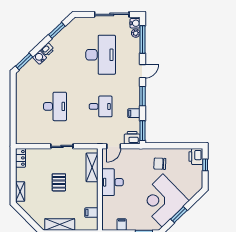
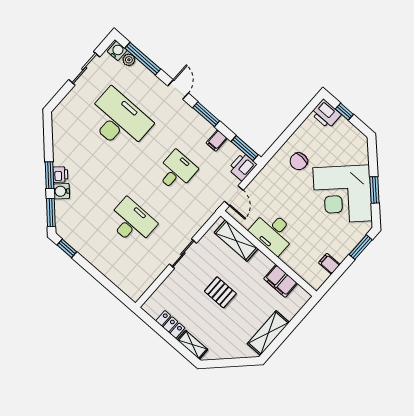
sliding door: (112, 14) -> (84, 68), width x0.73
window: (57, 30) -> (50, 175), moved
window: (13, 85) -> (67, 248), added
locker: (21, 158) -> (170, 324), moved
filing cabinet: (91, 213) -> (281, 281), width x2.00

